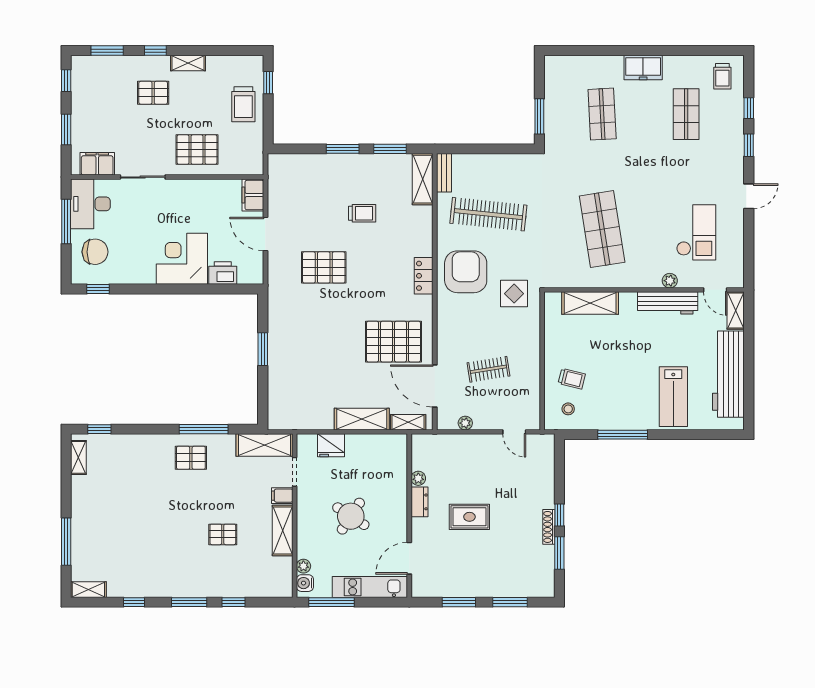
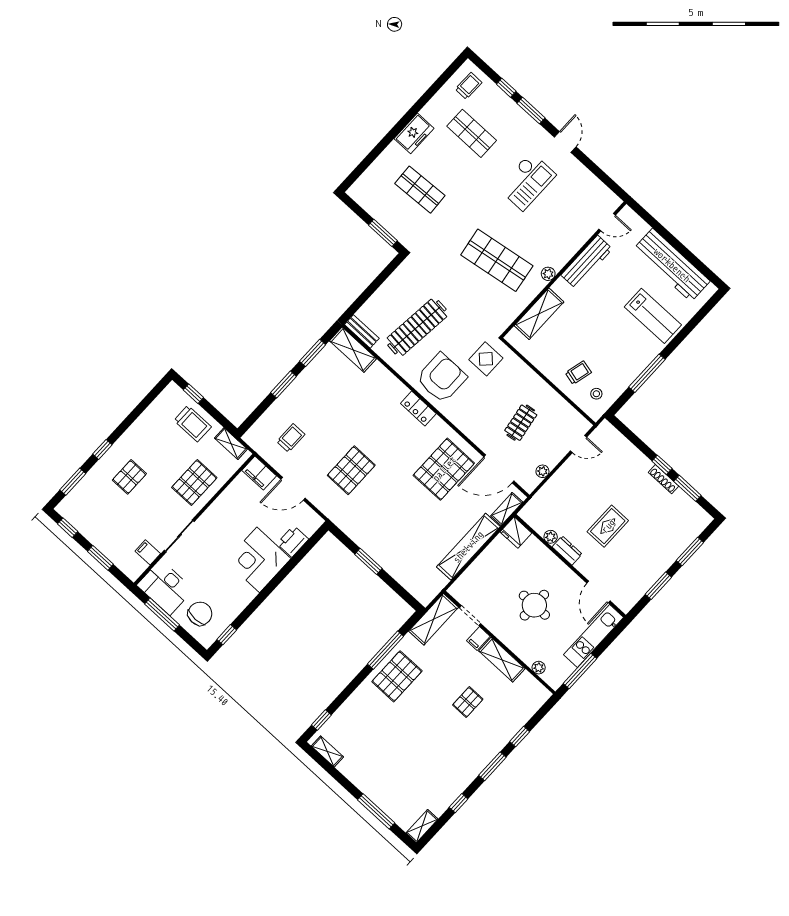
shelving: (188, 63) -> (231, 444), moved, turned 90
trolley: (722, 76) -> (469, 86), turned -89
window: (749, 145) -> (531, 111), width x1.50
filing cabinet: (97, 164) -> (148, 552), width x0.50
trolley: (362, 213) -> (291, 438), moved
checkout: (696, 232) -> (527, 181), moved, turned 90
armchair: (466, 272) -> (442, 378), turned 90
plant: (670, 281) -> (548, 274), moved
shelving: (736, 311) -> (634, 221), removed
shelving: (362, 419) -> (468, 547), width x1.47
fridge: (331, 445) -> (516, 533), moved, turned 90
pallet: (191, 458) -> (397, 676), width x1.50, depth x1.42
round table: (351, 516) -> (534, 605), turned -33
water cooler: (305, 583) -> (551, 677), removed

